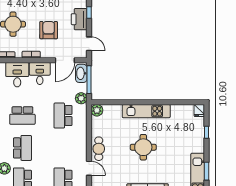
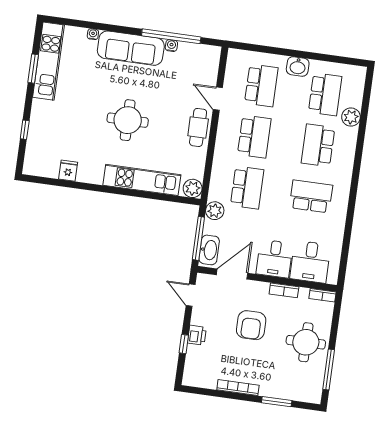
printer: (79, 19) -> (197, 335), width x0.53, depth x0.68
kitchen unit: (146, 111) -> (142, 180), moved
fridge: (199, 111) -> (68, 171), moved
school desk: (63, 148) -> (254, 136), added

